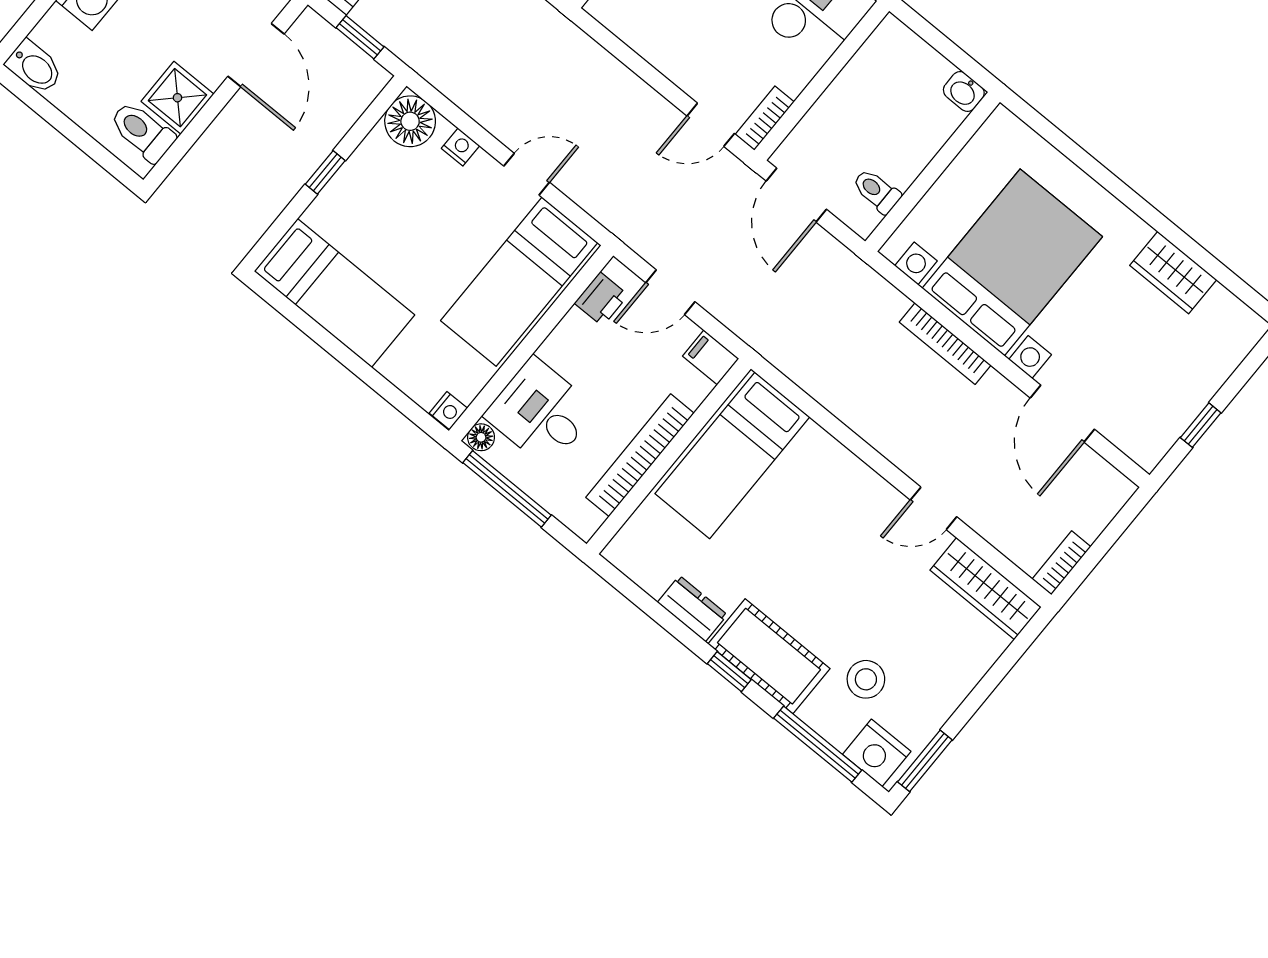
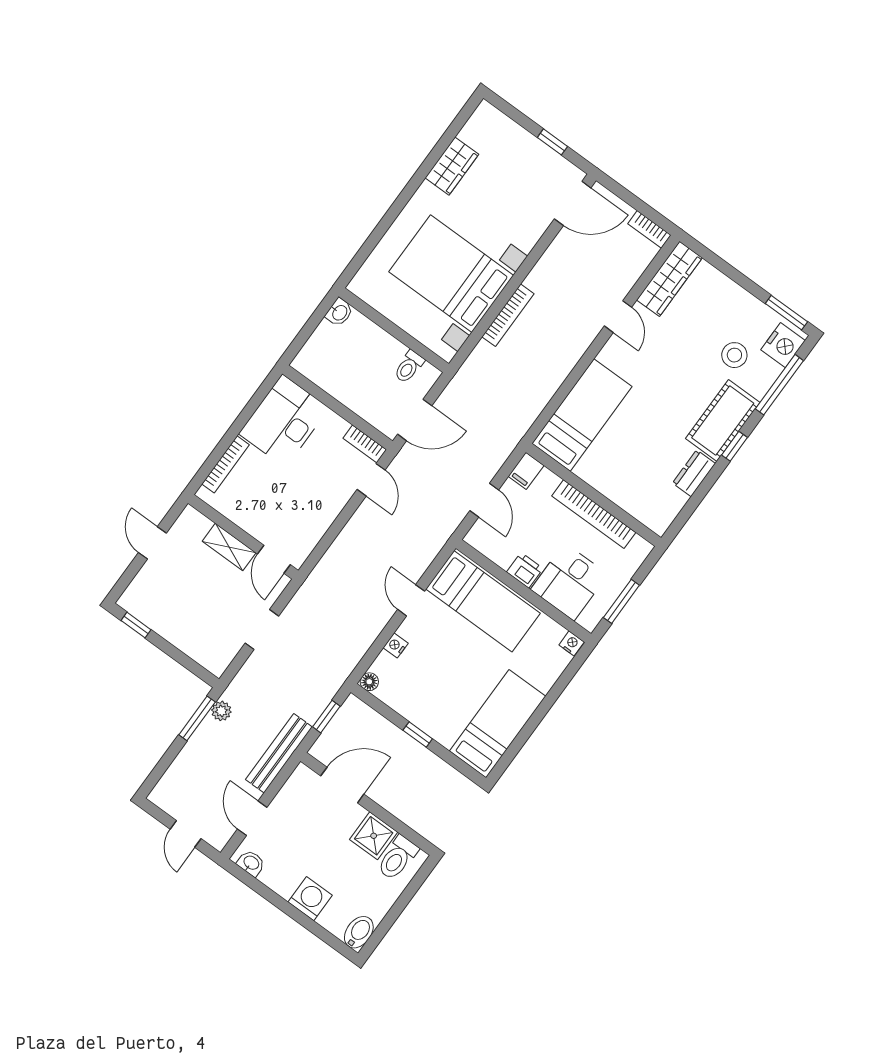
floor lamp: (410, 121) -> (369, 682), width x0.53, depth x0.53
printer: (601, 299) -> (525, 570), moved
door: (1062, 414) -> (573, 203), moved
floor lamp: (481, 437) -> (588, 621), removed
bed: (732, 455) -> (582, 415), moved, turned -90
window: (507, 489) -> (621, 601), width x0.69

